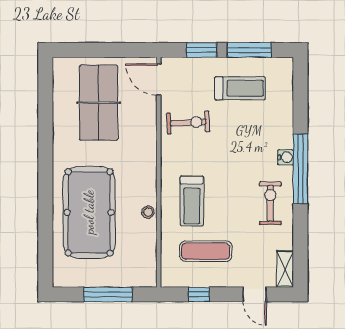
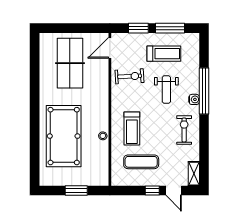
door: (159, 80) -> (110, 48), hinge flipped
weight bench: (244, 142) -> (166, 90), added
window: (300, 169) -> (204, 91), moved
window: (108, 294) -> (76, 191), width x0.69
window: (199, 294) -> (152, 191), moved

